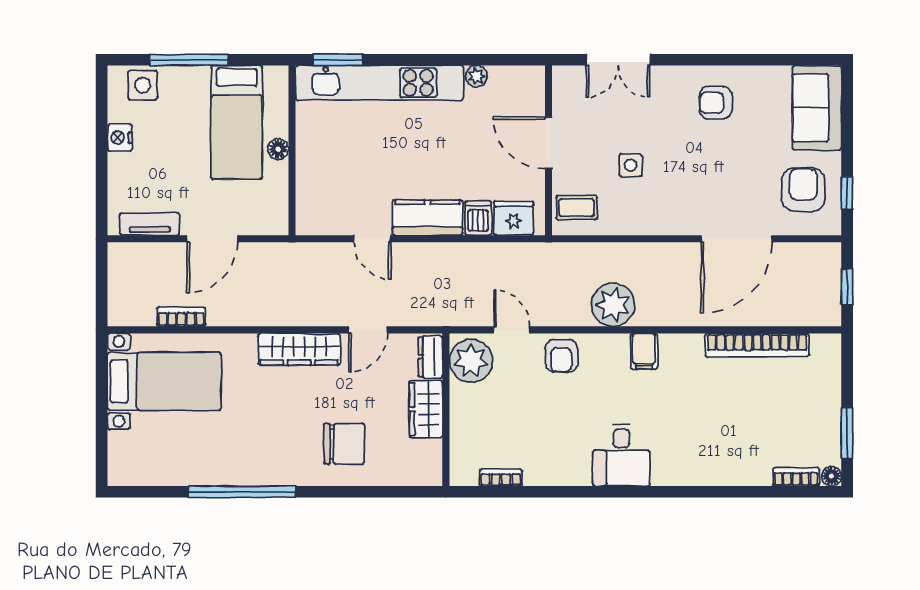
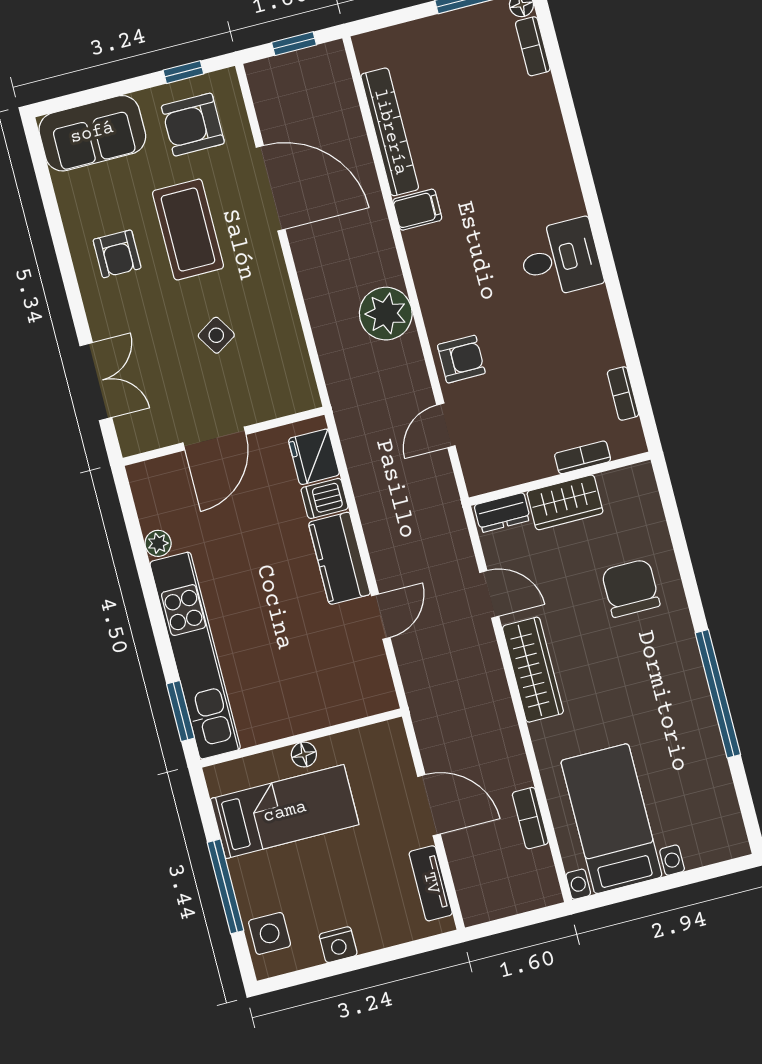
side table: (631, 165) -> (216, 335), turned -32
coffee table: (577, 208) -> (188, 230), moved, width x1.86, depth x1.72
filing cabinet: (644, 351) -> (417, 210), moved
plant: (471, 361) -> (495, 464), removed
bookcase: (458, 432) -> (583, 457), added

